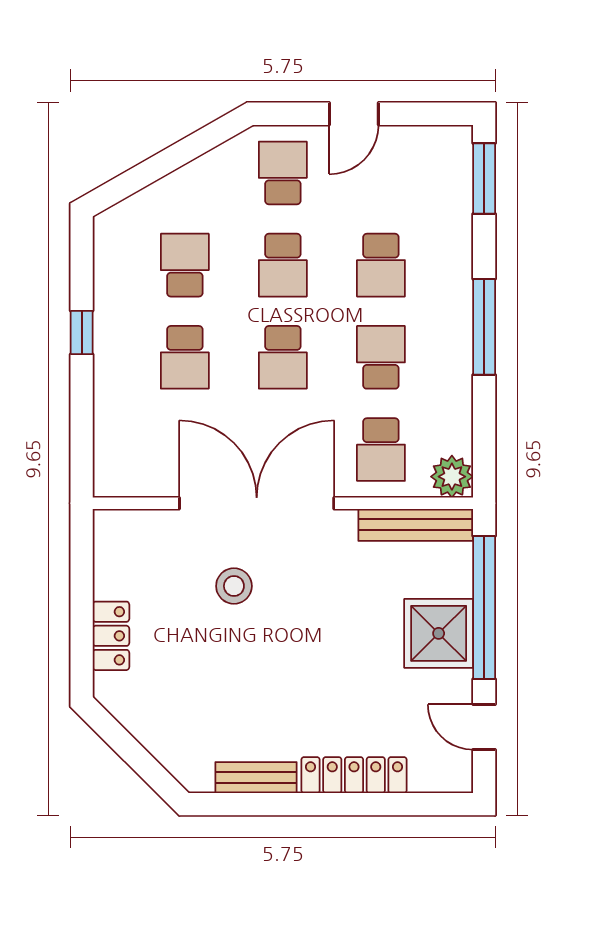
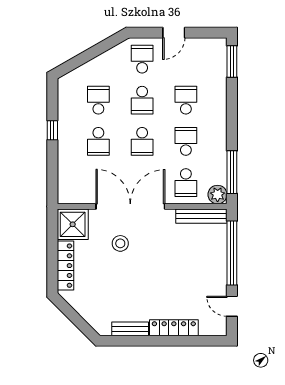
school desk: (381, 265) -> (186, 100), turned 180
window: (484, 327) -> (232, 172), moved
shower: (439, 633) -> (73, 224), moved
locker: (111, 636) -> (65, 266), width x1.53

